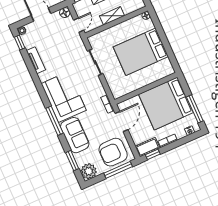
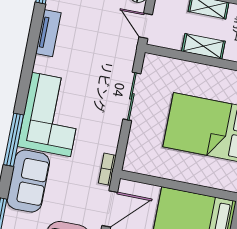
door: (79, 25) -> (146, 26), swing flipped

